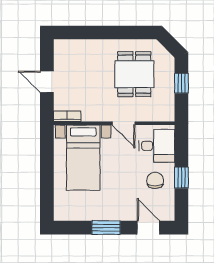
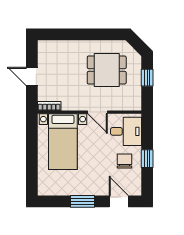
dining table: (134, 74) -> (107, 70), turned 90

